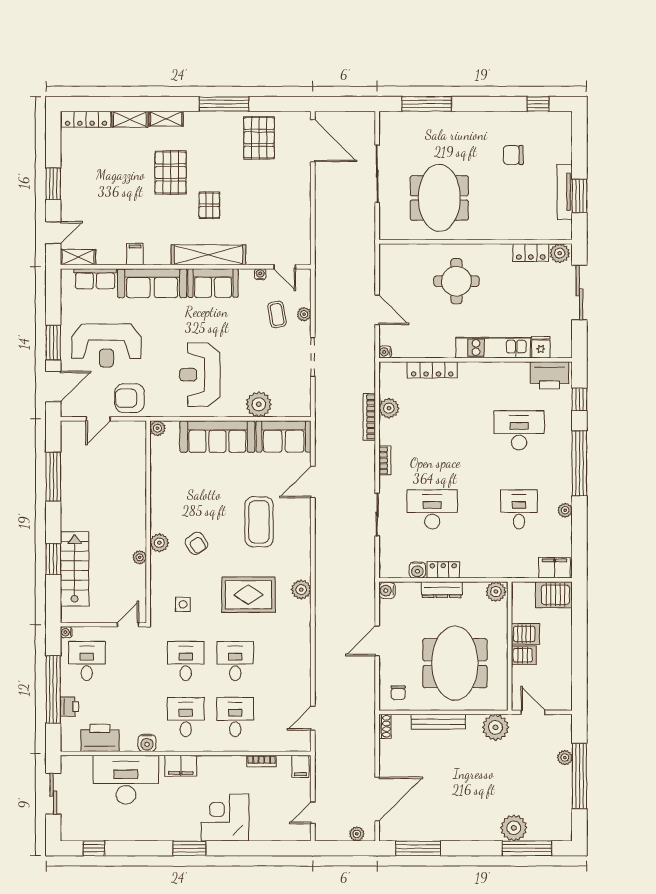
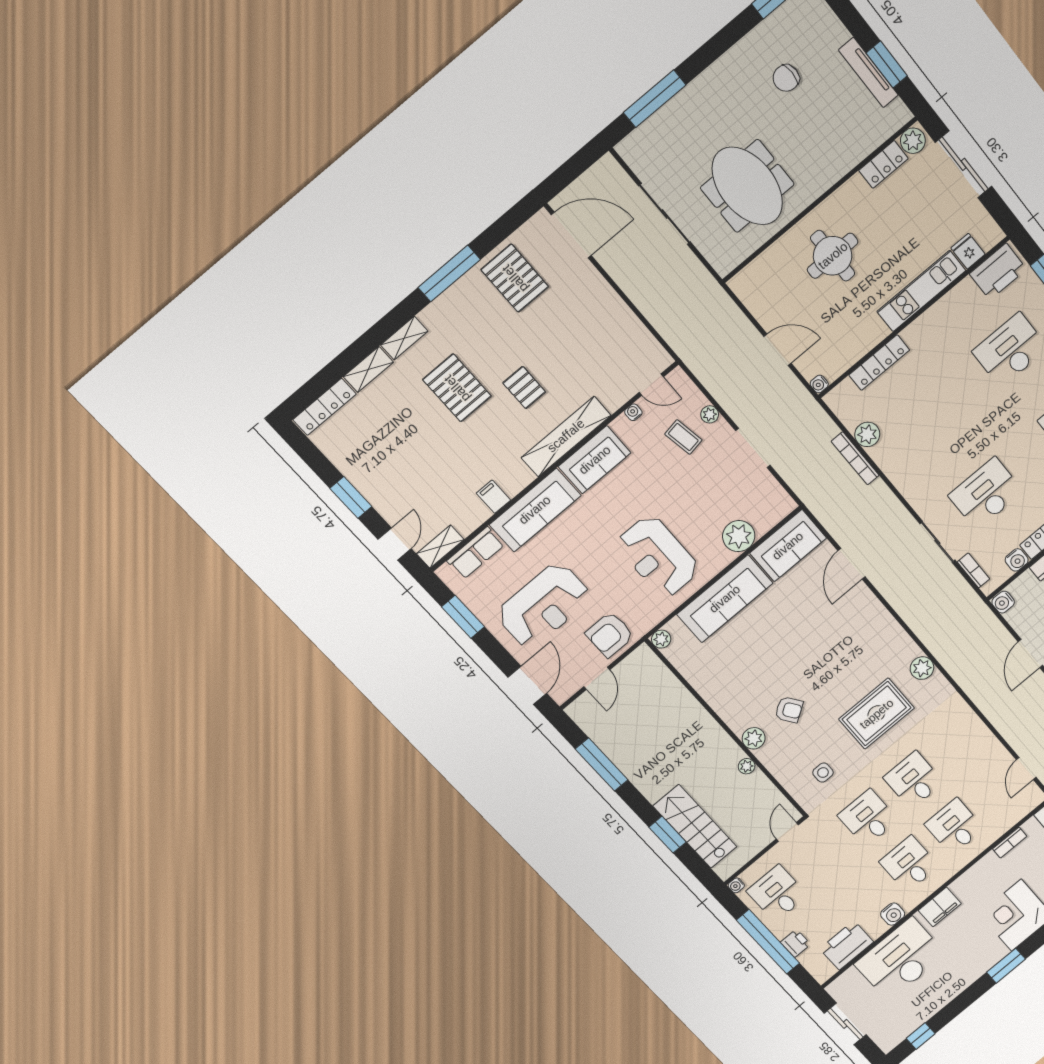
window: (53, 343) -> (463, 617), moved
bookcase: (385, 460) -> (973, 570), moved
coffee table: (259, 522) -> (831, 642), removed

